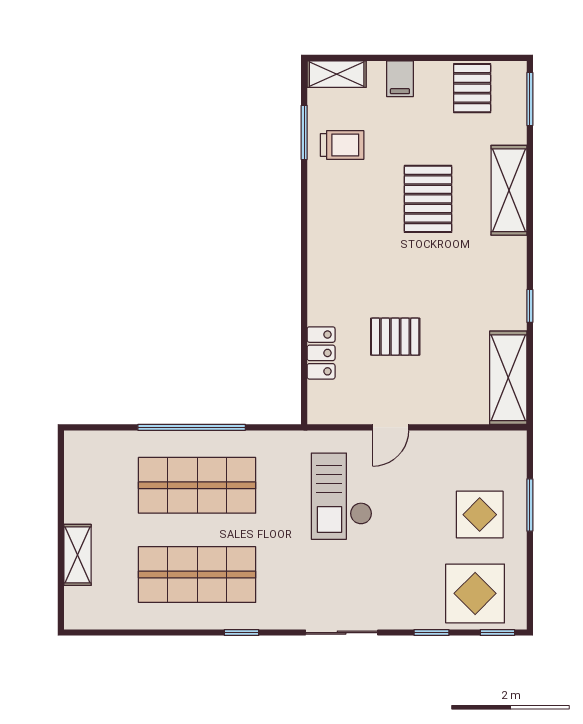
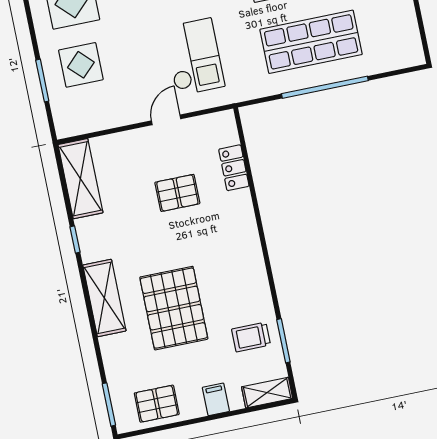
pallet: (472, 88) -> (157, 404), turned 90
shelving: (509, 190) -> (104, 298), moved
pallet: (428, 199) -> (174, 308), width x1.37, depth x1.41

